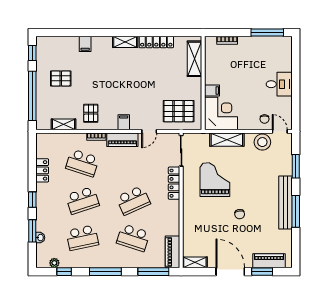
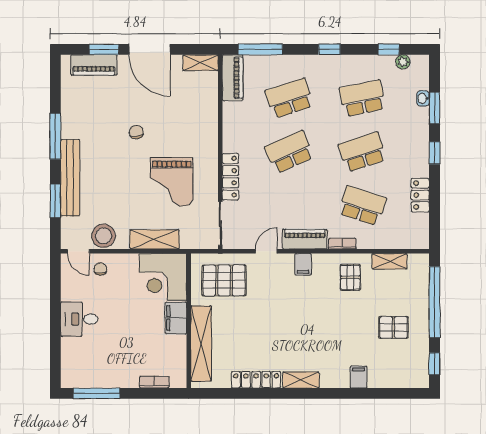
shelving: (195, 59) -> (201, 344), width x1.47
filing cabinet: (212, 90) -> (176, 318), width x2.00
bench: (286, 202) -> (70, 178), moved
school desk: (133, 238) -> (289, 98), turned -36
window: (105, 272) -> (329, 49), width x0.46

